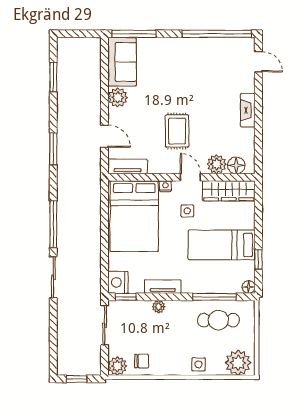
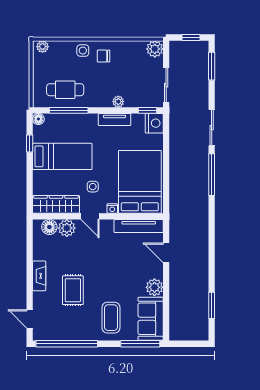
coffee table: (167, 63) -> (111, 318), added
rug: (177, 131) -> (73, 290), moved
window: (53, 149) -> (212, 66), moved
tv unit: (128, 166) -> (139, 226), width x1.41
chair: (142, 361) -> (104, 56), moved
plant: (238, 363) -> (43, 47), width x0.53, depth x0.53

